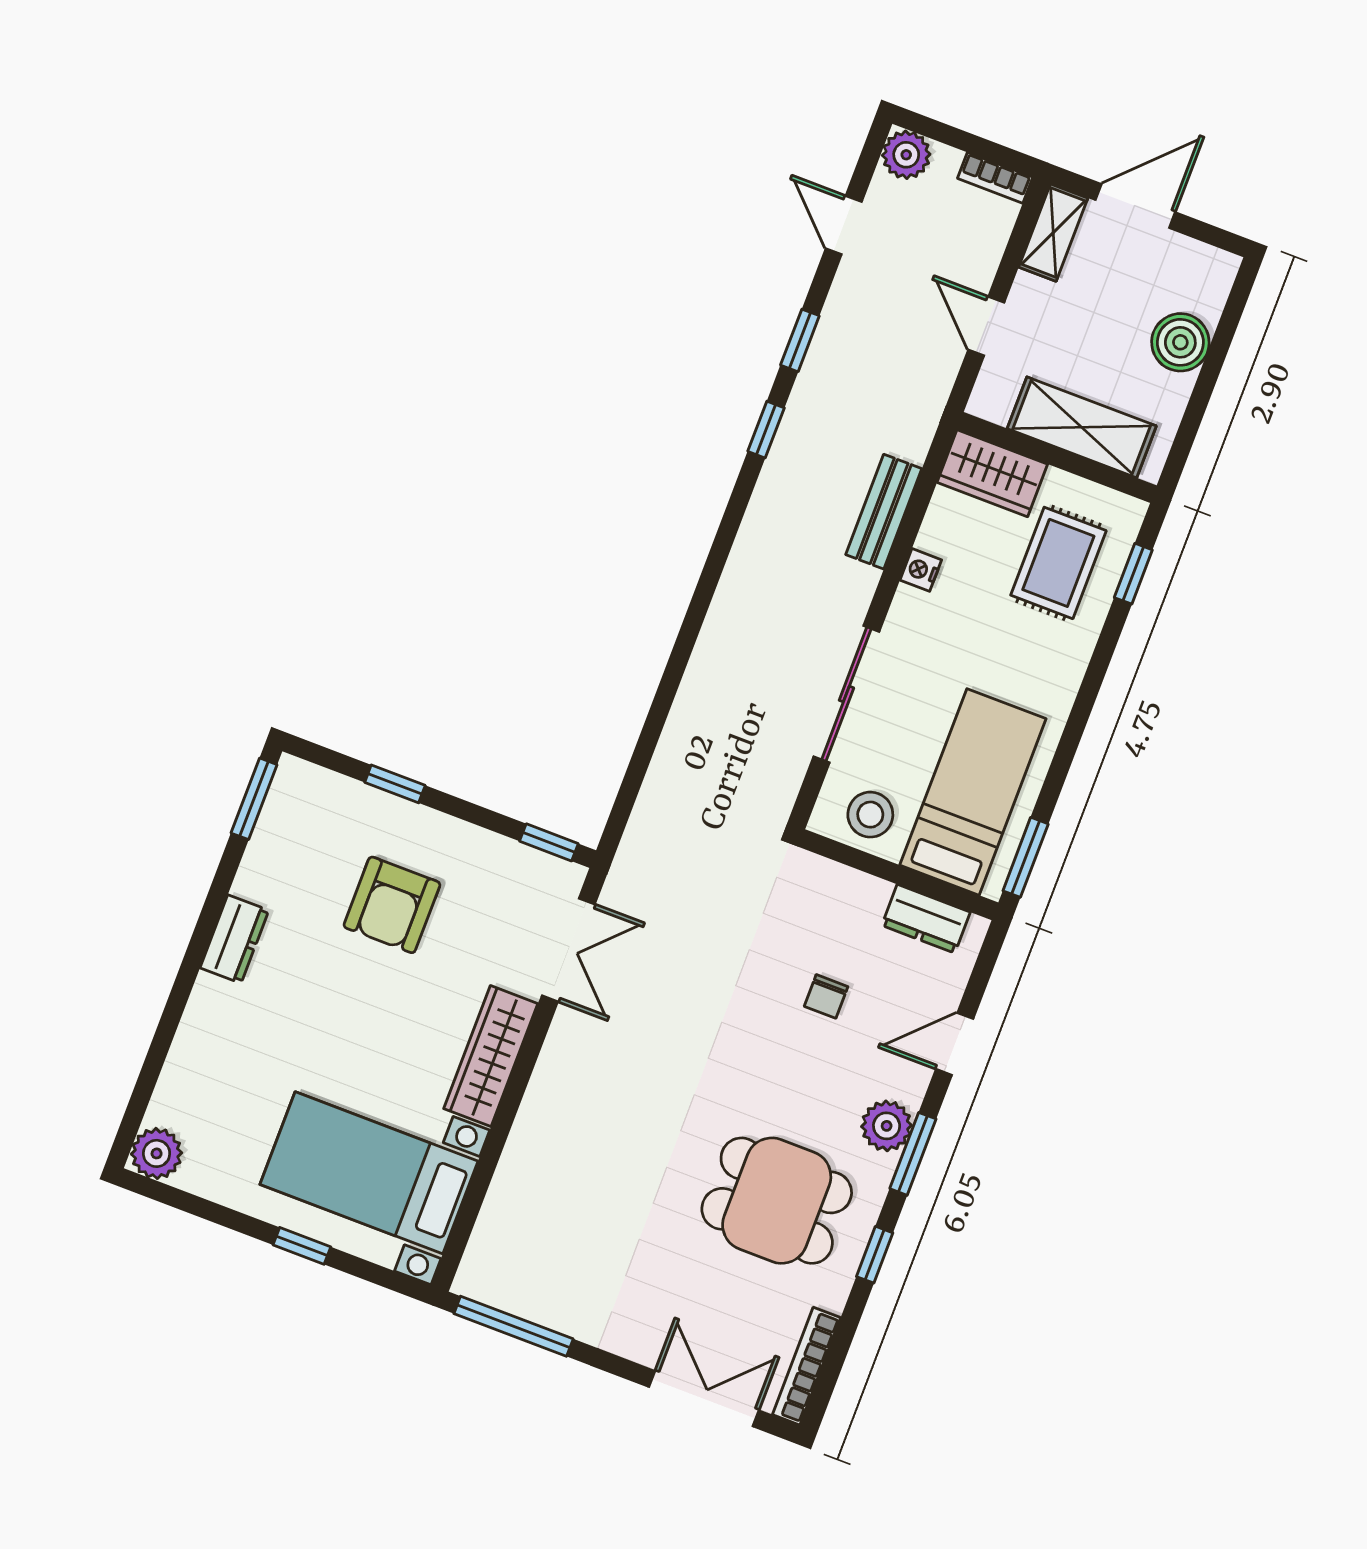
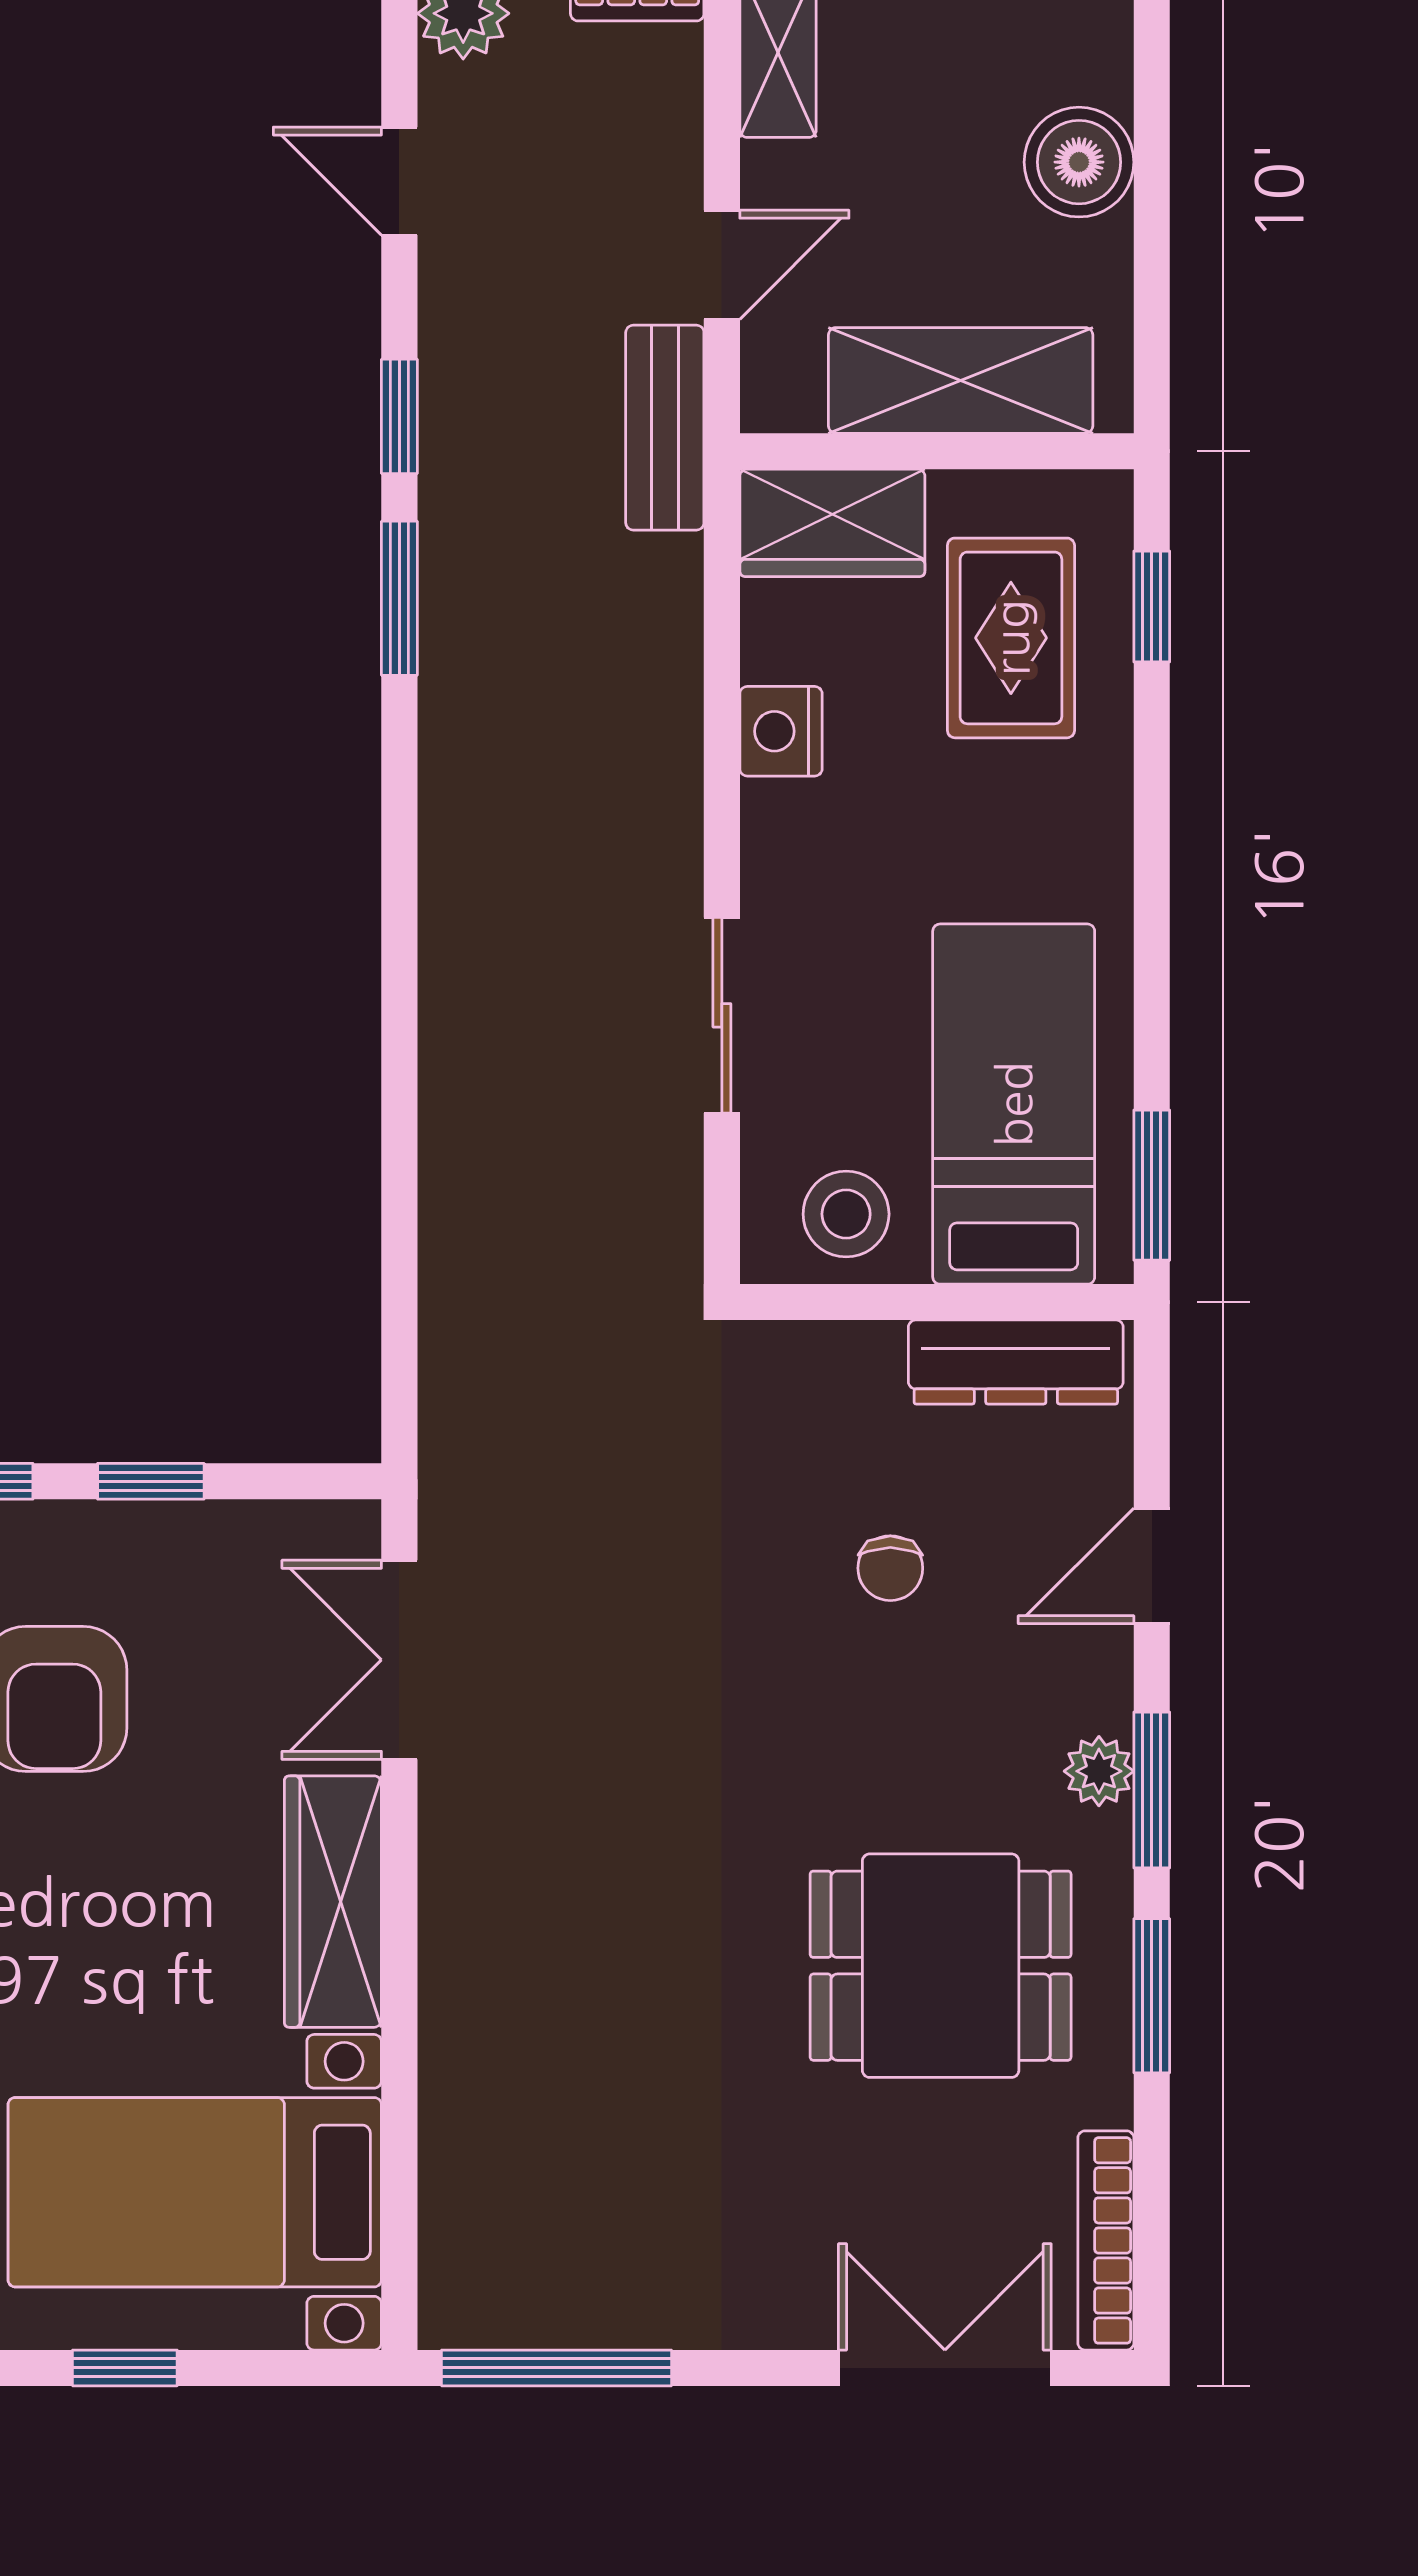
door: (986, 326) -> (722, 265), swing flipped
window: (766, 430) -> (399, 598), width x1.50
bench: (884, 512) -> (665, 428), moved
nightstand: (921, 570) -> (781, 731), width x1.39, depth x1.35
sliding door: (846, 694) -> (722, 1015), width x0.73
window: (549, 842) -> (151, 1481), moved
dresser: (926, 919) -> (1016, 1362), width x1.44
double door: (568, 950) -> (399, 1660), swing flipped
plant: (887, 1126) -> (1099, 1771), width x0.73, depth x0.73
window: (875, 1255) -> (1152, 1996), width x1.50

